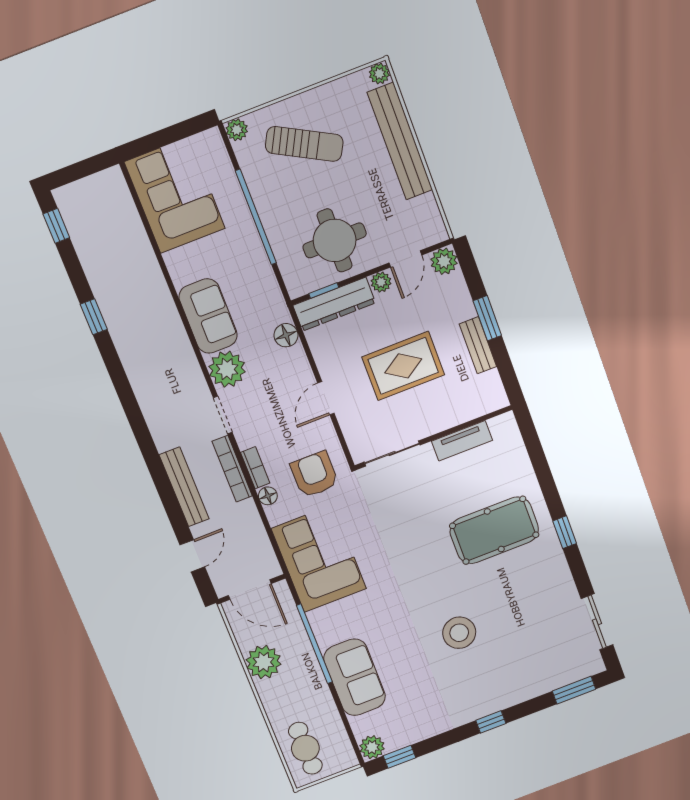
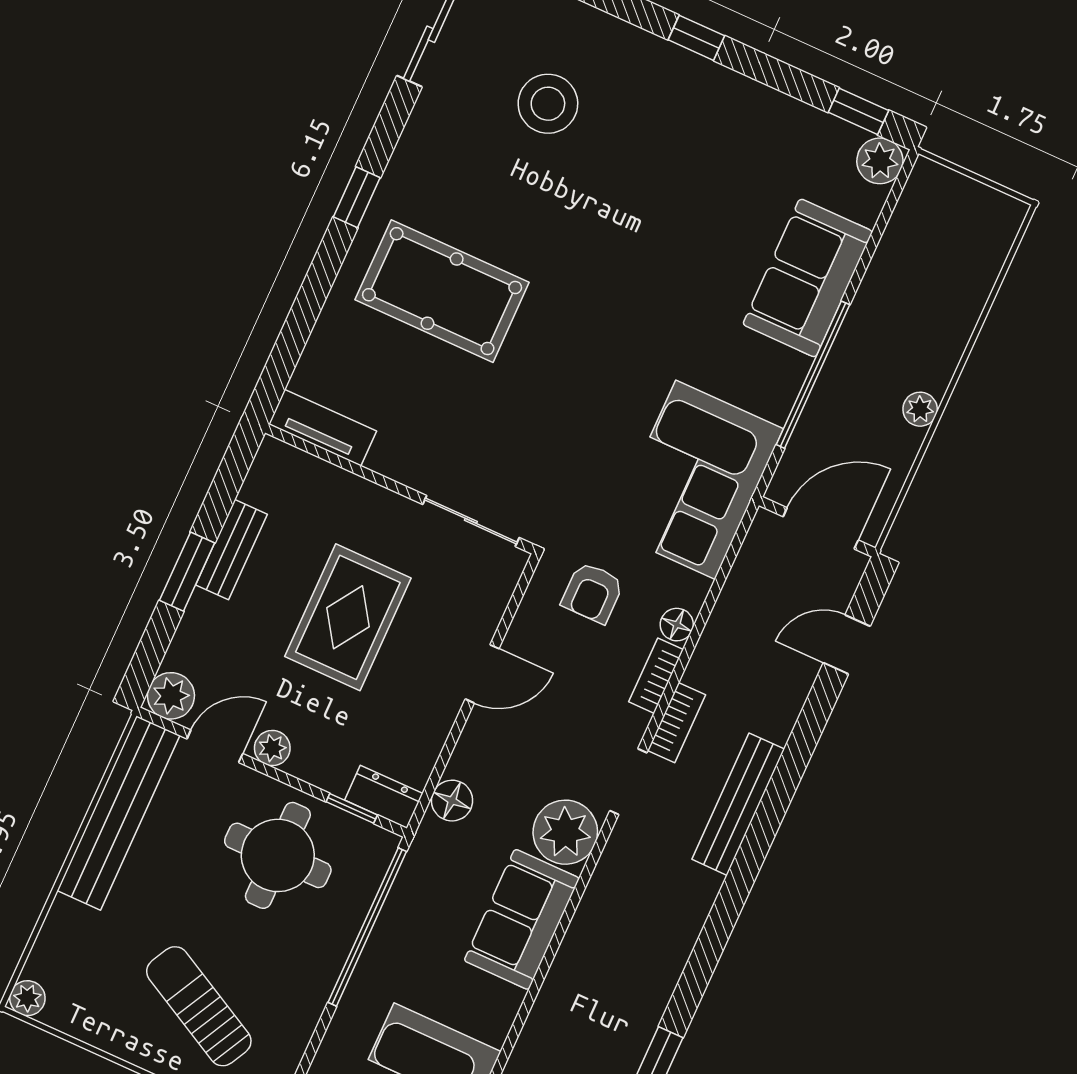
bench: (400, 141) -> (118, 813), moved
window: (256, 217) -> (367, 927), moved
dresser: (334, 304) -> (384, 797), width x0.51, depth x0.80
rug: (403, 366) -> (348, 617), turned 90
tv unit: (462, 441) -> (323, 428), moved
bookcase: (232, 469) -> (676, 723), width x0.64
armchair: (314, 474) -> (593, 593), width x0.72, depth x0.72
bench: (184, 487) -> (738, 804), moved
door: (250, 589) -> (821, 528), hinge flipped
stool: (459, 633) -> (548, 104), moved
plant: (264, 662) -> (920, 409), width x0.53, depth x0.53
cafe table: (305, 748) -> (965, 248), removed

